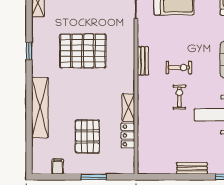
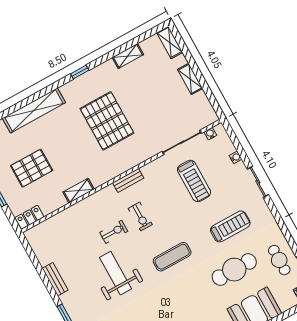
locker: (128, 135) -> (30, 217), moved

